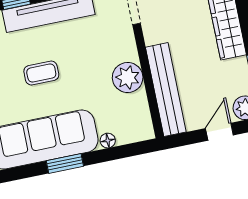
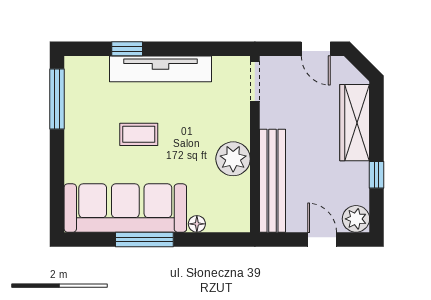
door: (219, 132) -> (322, 239), hinge flipped
window: (65, 163) -> (144, 239), width x1.44

